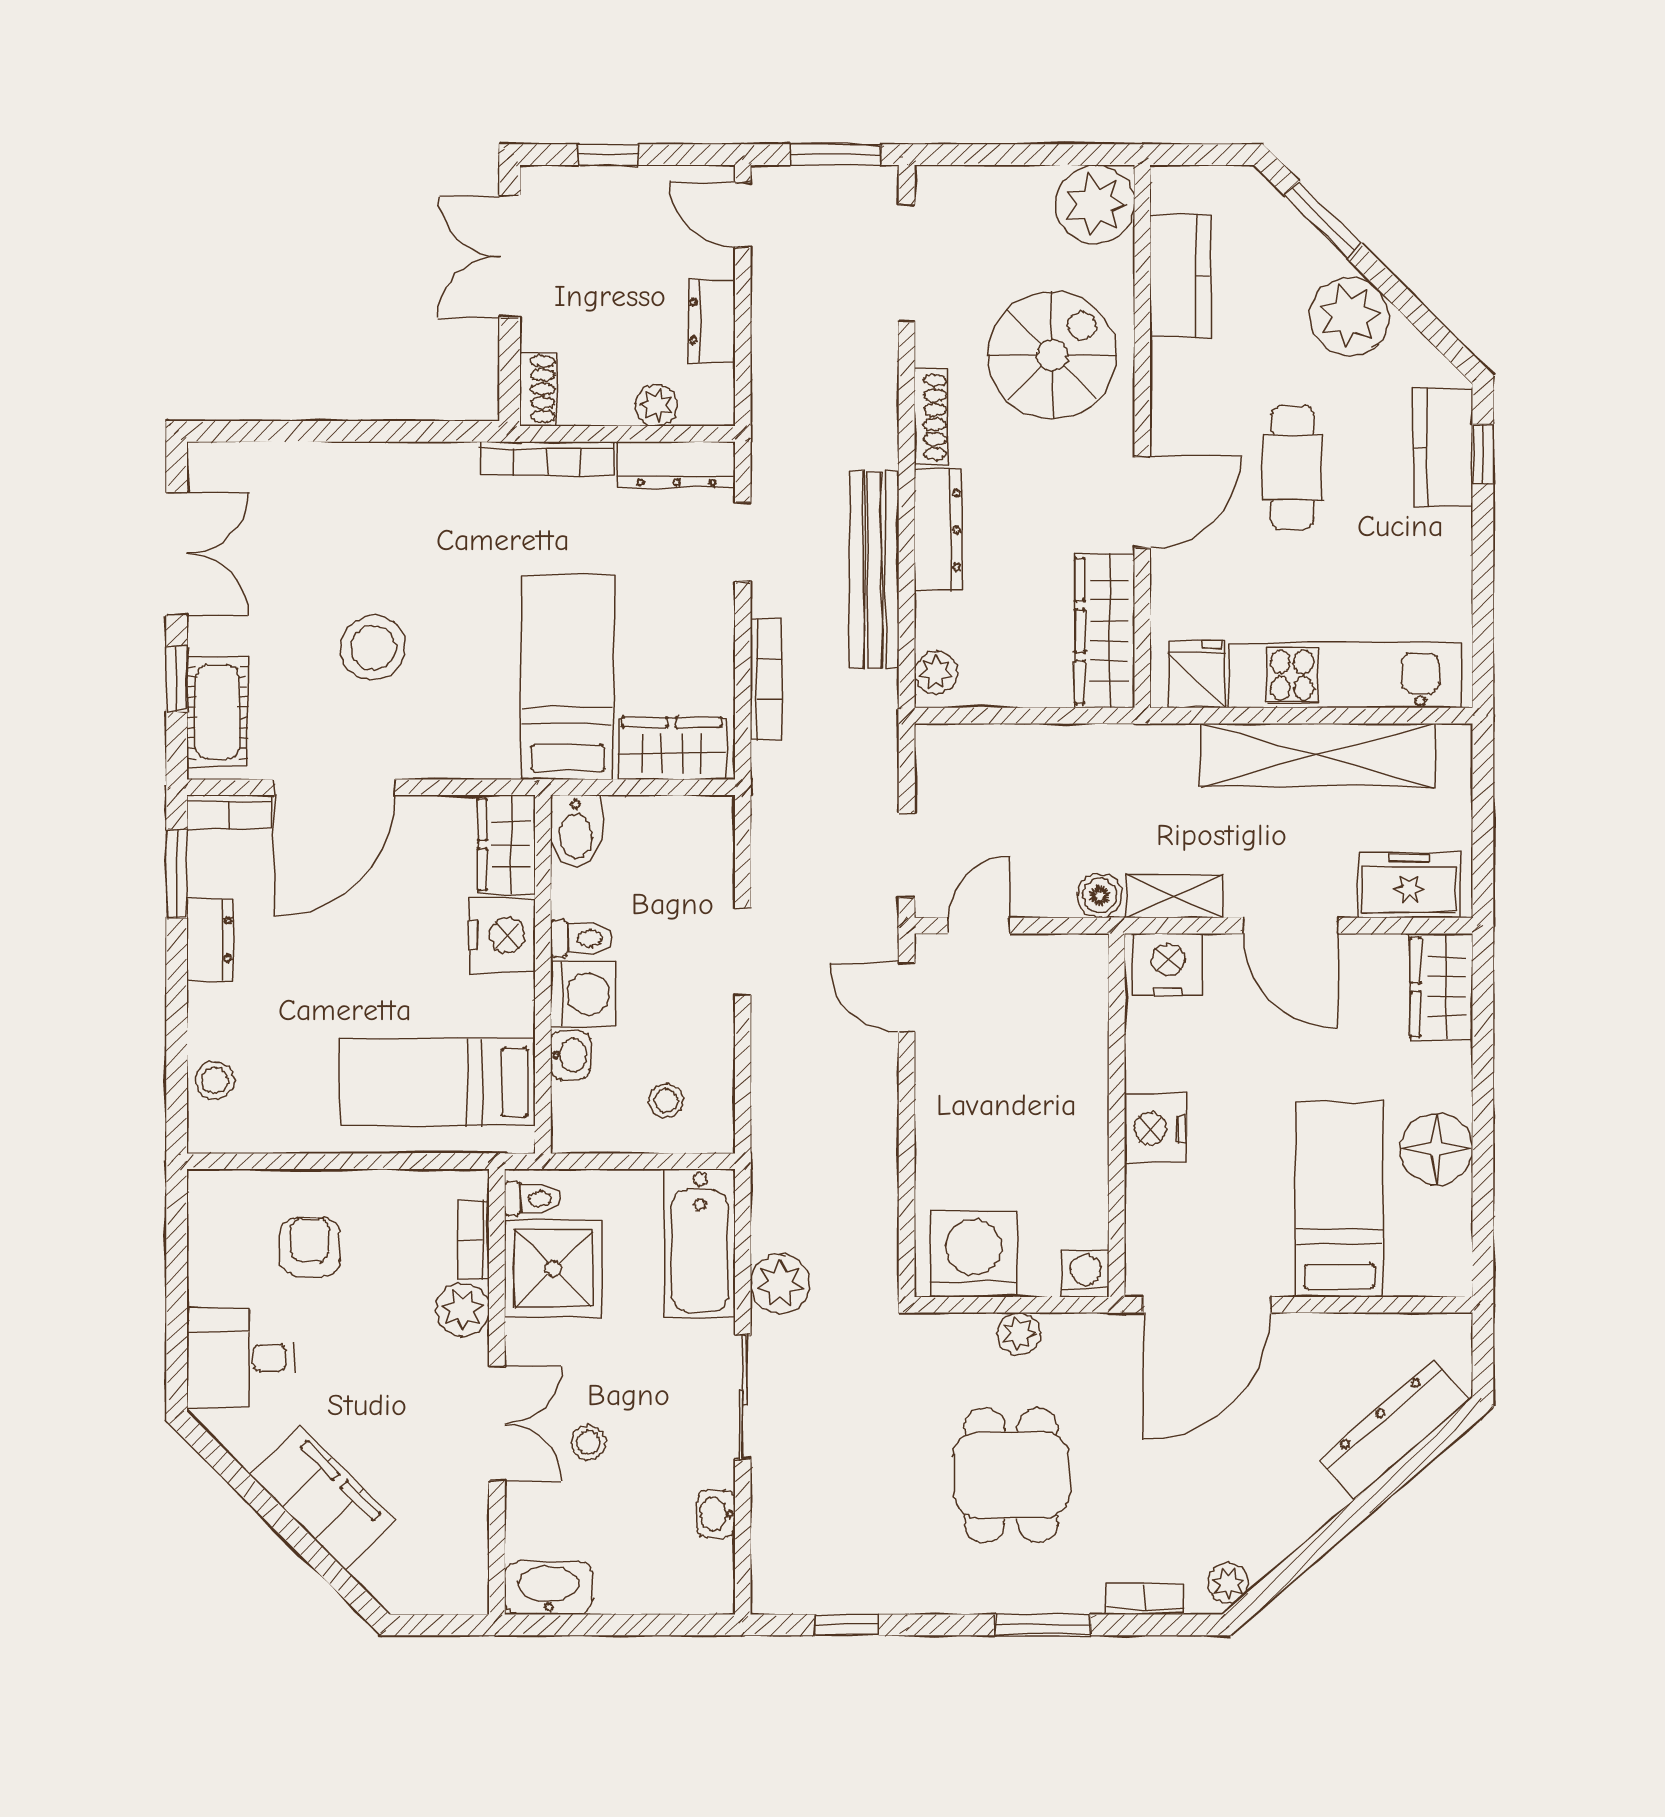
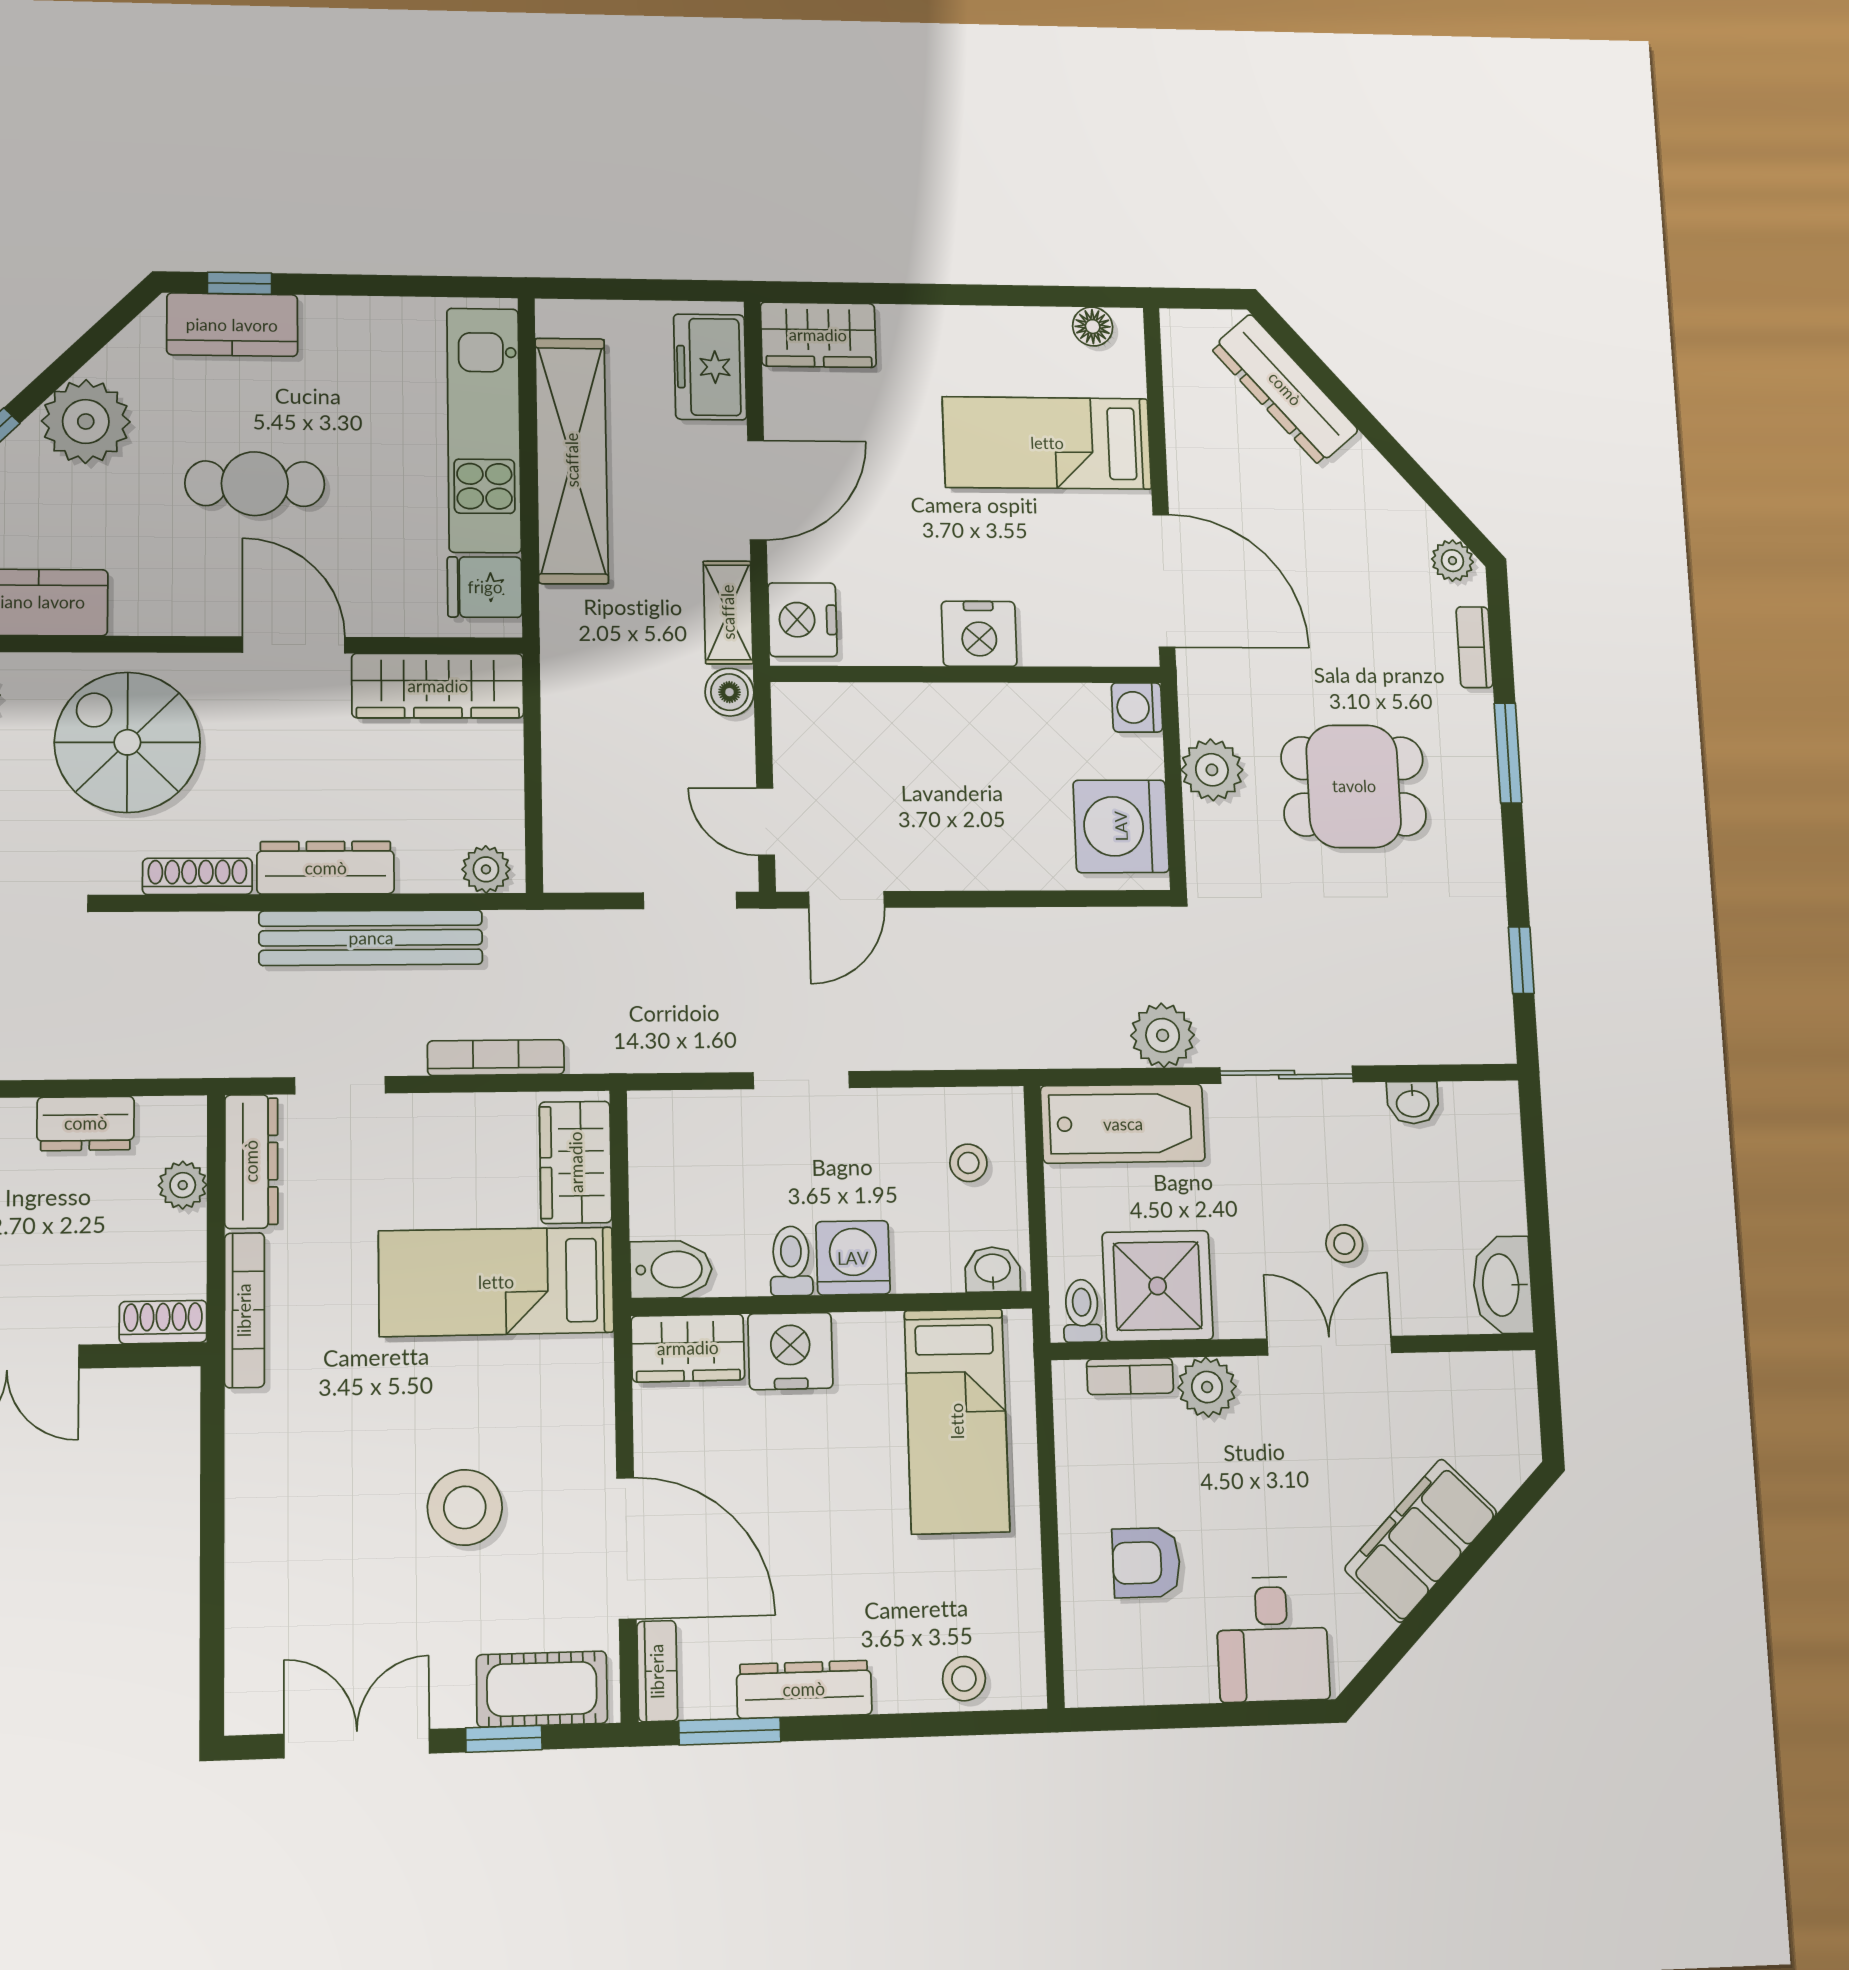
dresser: (210, 940) -> (804, 1689), width x1.44
washbasin: (571, 1055) -> (993, 1269), moved
floor lamp: (1437, 1149) -> (1093, 327), moved, width x0.53, depth x0.53
plant: (1019, 1334) -> (1212, 770), width x1.38, depth x1.38

